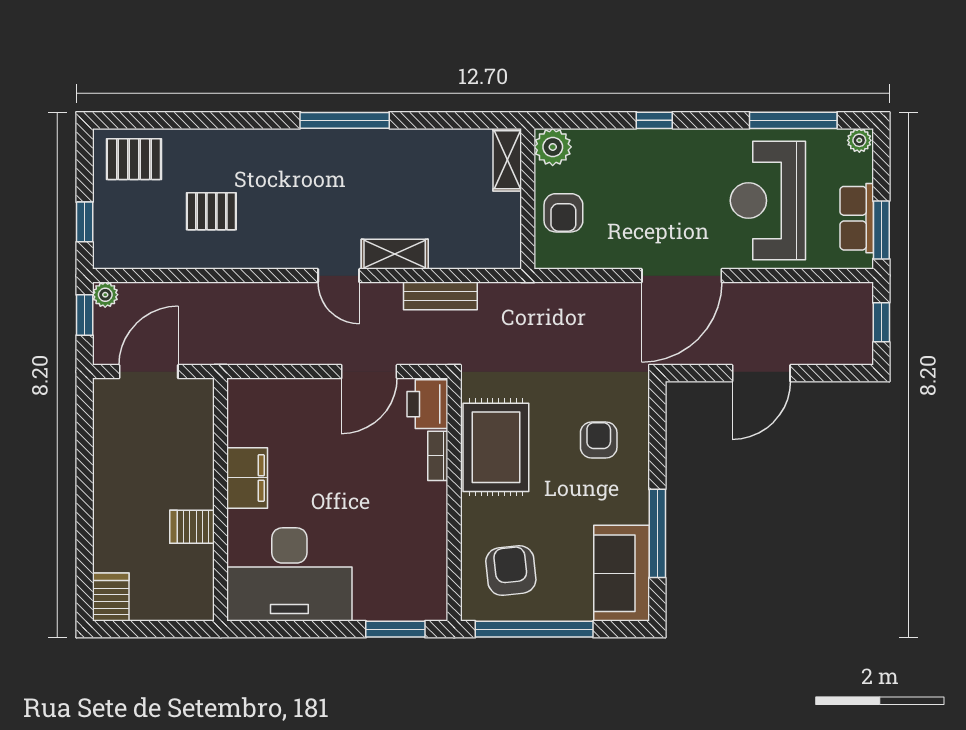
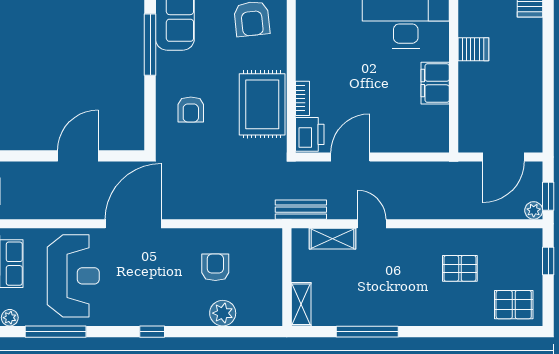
shelving: (507, 160) -> (301, 304), moved
wall: (528, 199) -> (287, 277), moved

